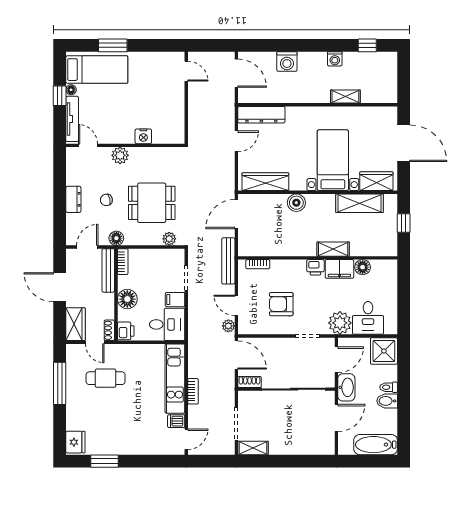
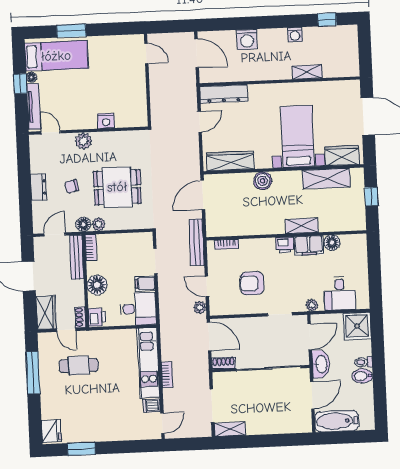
plant: (169, 239) -> (99, 224), moved
plant: (340, 323) -> (312, 305), width x0.53, depth x0.53
bathtub: (376, 445) -> (337, 421), moved

